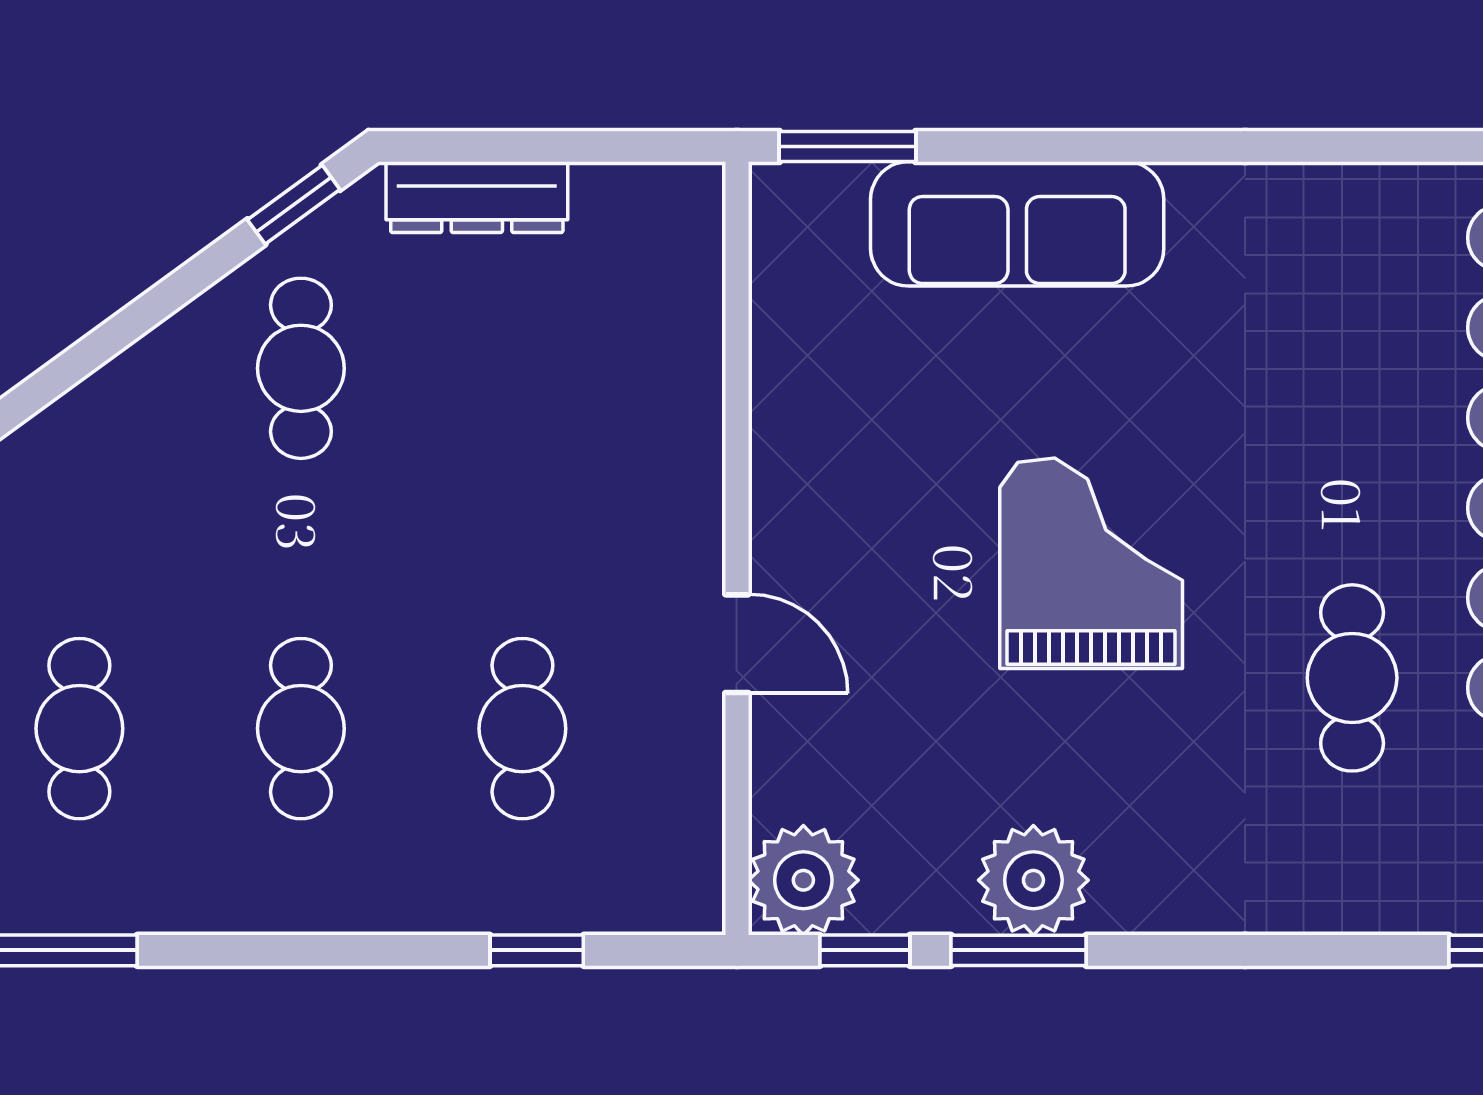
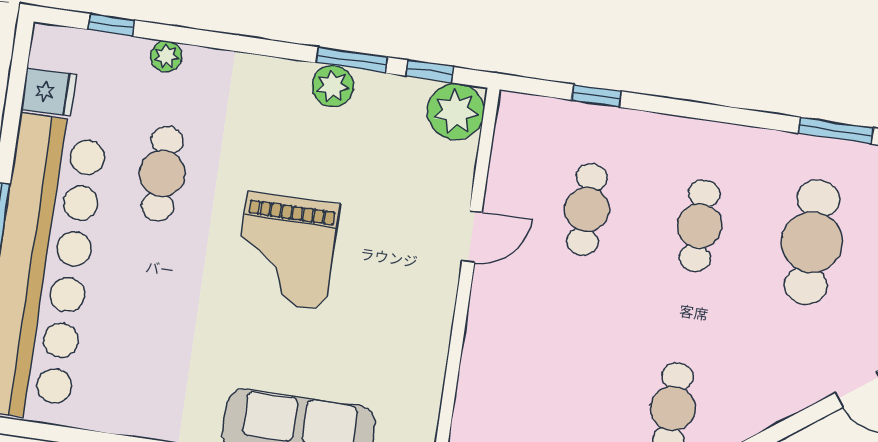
door: (737, 644) -> (472, 237), swing flipped
cafe table: (79, 729) -> (812, 242), width x1.37, depth x1.35
plant: (1033, 880) -> (333, 86), width x0.73, depth x0.73
plant: (1377, 905) -> (166, 57), added

